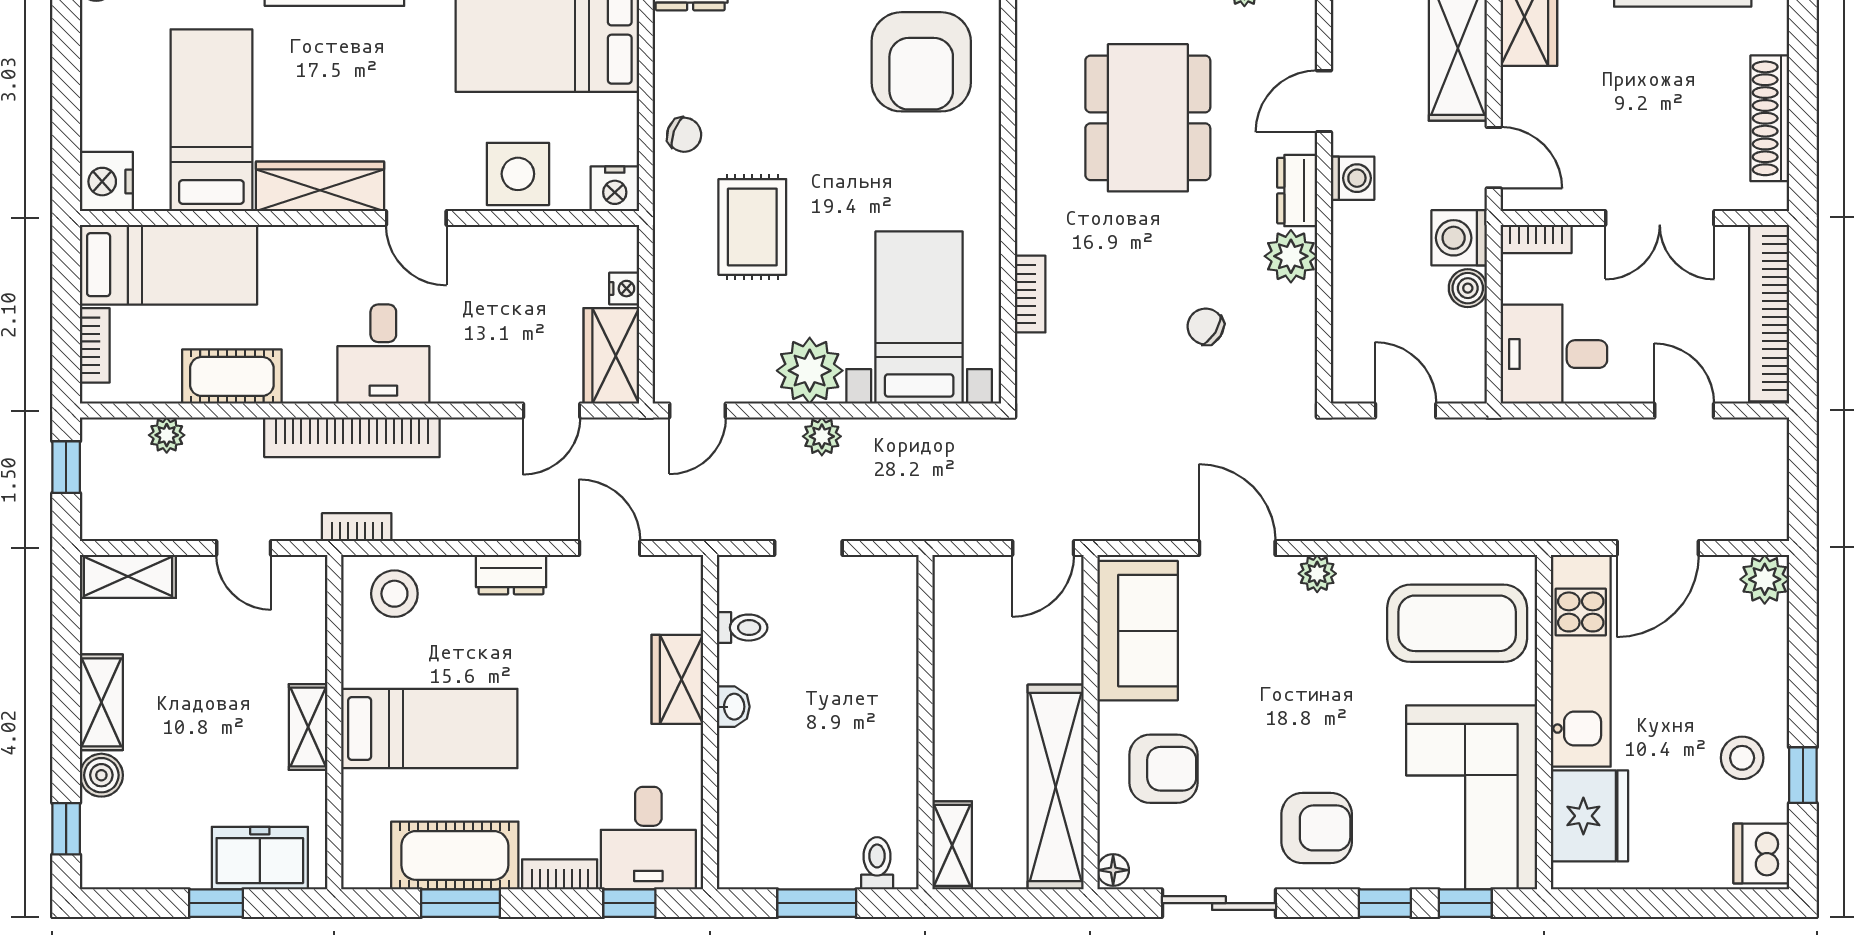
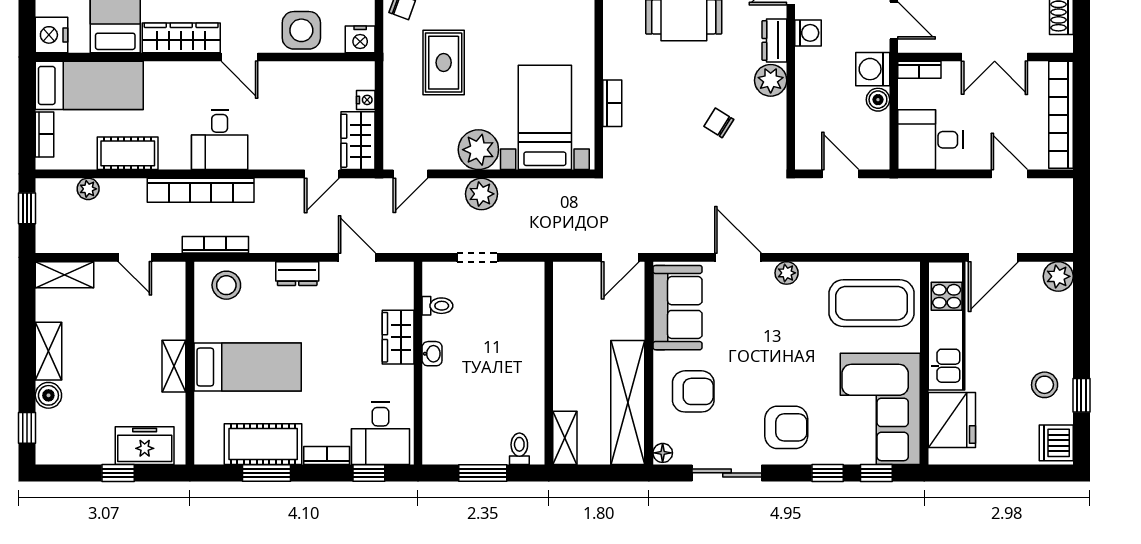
plant: (822, 436) -> (481, 194), width x1.38, depth x1.38
bookcase: (357, 527) -> (215, 245), width x1.56

